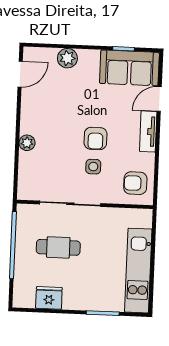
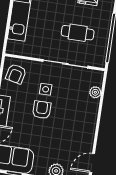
plant: (27, 143) -> (95, 92), moved
armchair: (135, 183) -> (16, 74), turned 103

